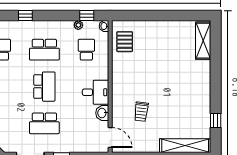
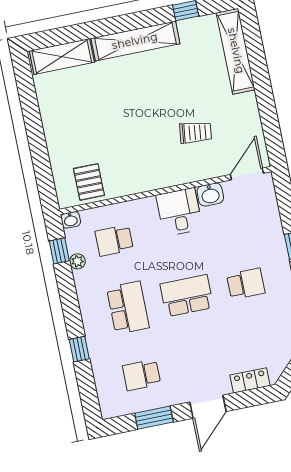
pallet: (125, 42) -> (89, 182), turned 90
shelving: (204, 87) -> (135, 41), added
school desk: (44, 123) -> (246, 284), width x0.54

